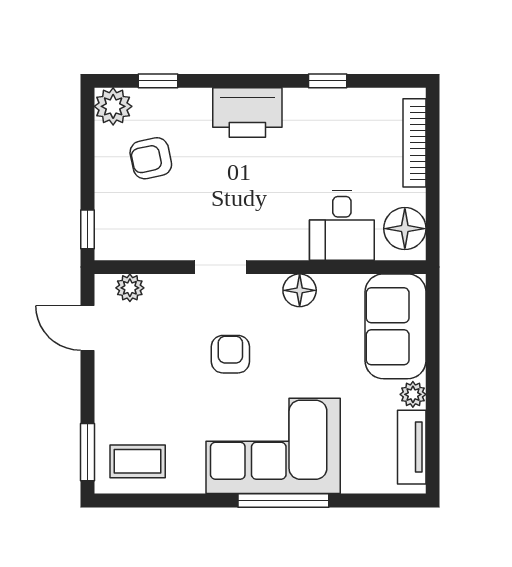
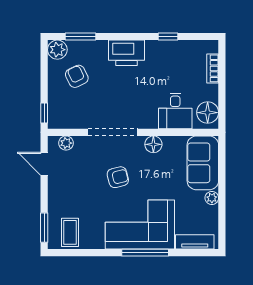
window: (158, 81) -> (81, 37), width x1.50
bookcase: (415, 143) -> (213, 68), width x0.64
armchair: (151, 158) -> (77, 76), turned 76
doorway: (221, 267) -> (113, 132), width x1.88
armchair: (230, 354) -> (118, 177), turned 76
tv unit: (412, 447) -> (195, 242), moved, turned 90
coffee table: (138, 461) -> (70, 232), turned 90

